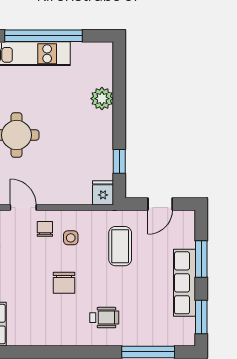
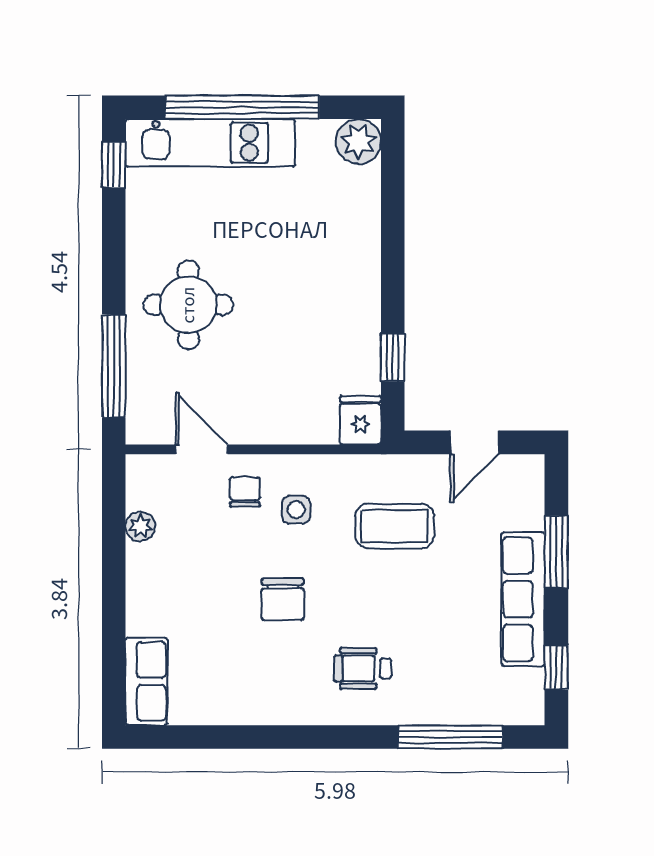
plant: (102, 99) -> (358, 141), moved
coffee table: (120, 246) -> (395, 526), turned 90
window: (201, 317) -> (556, 667), width x0.67
wheelchair: (104, 318) -> (363, 668), turned 180

